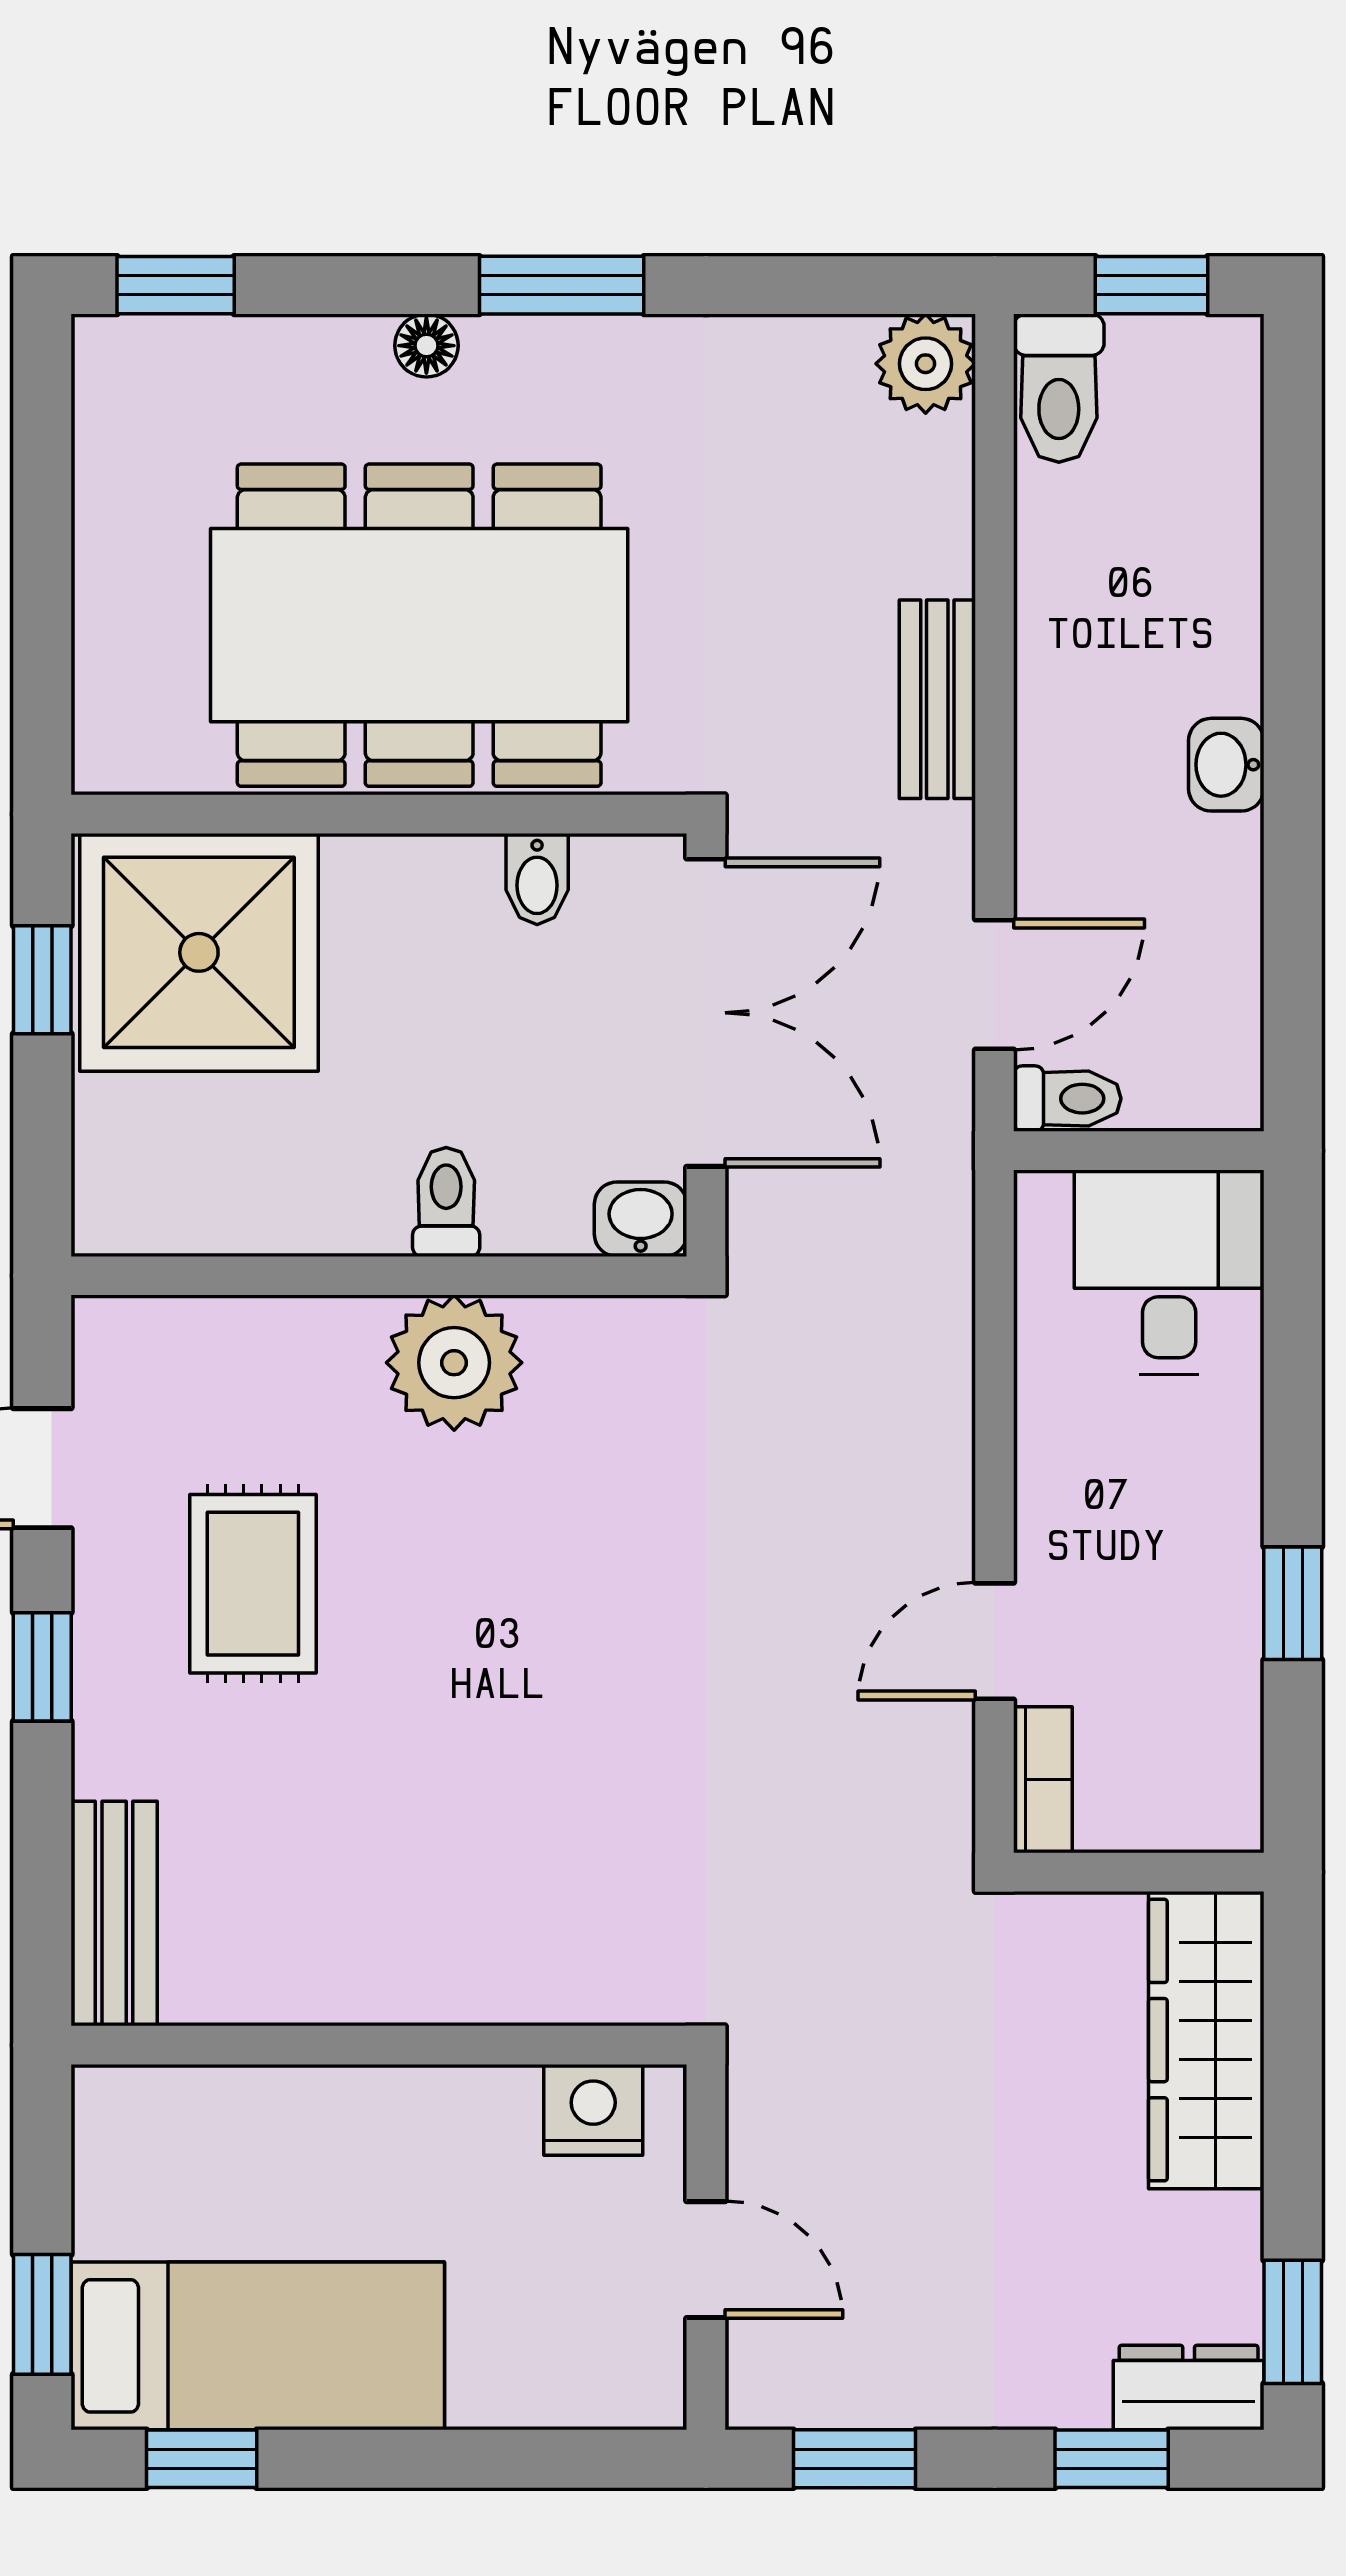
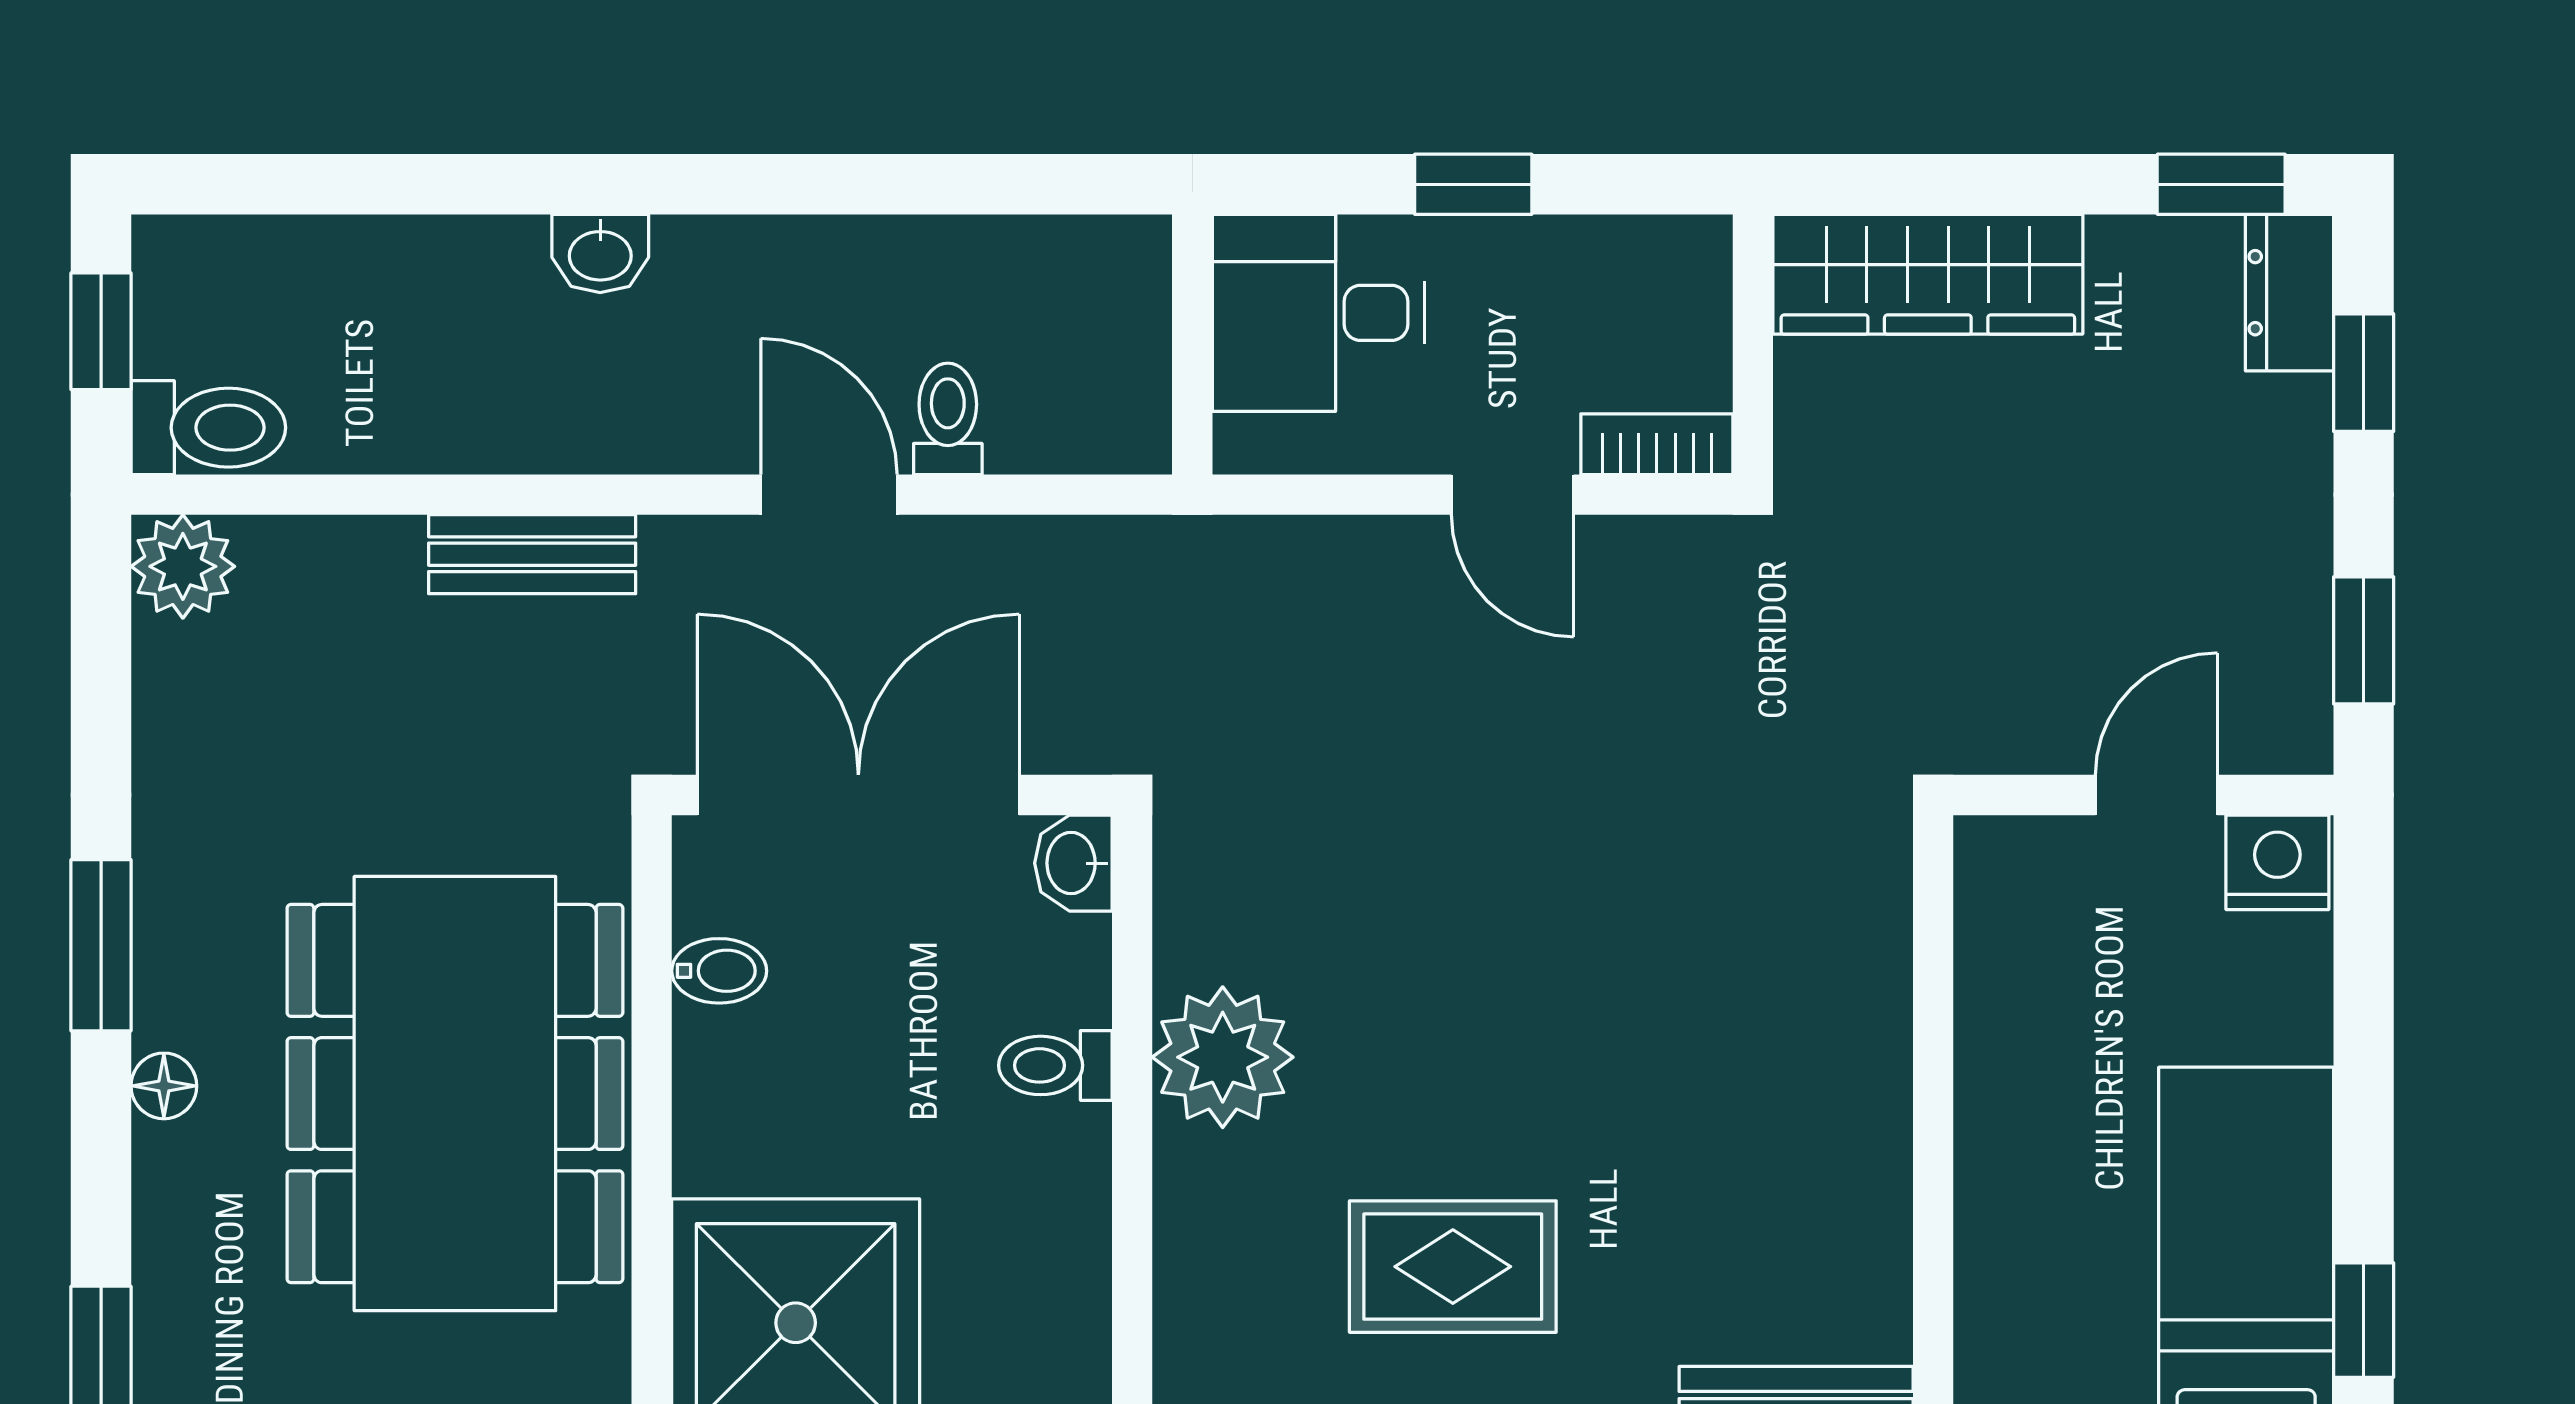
wall: (1139, 1151) -> (1192, 344), moved
desk: (1169, 1272) -> (1319, 313), moved
nightstand: (593, 2110) -> (2277, 862), moved, turned 90

